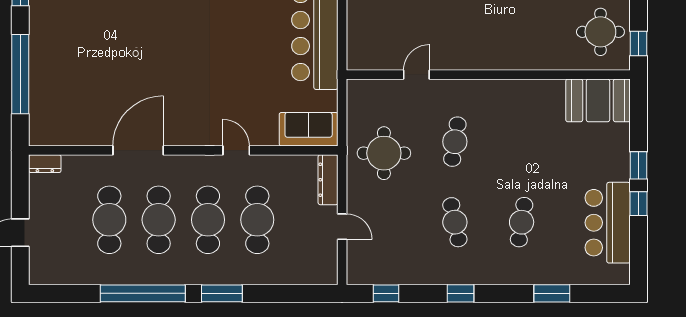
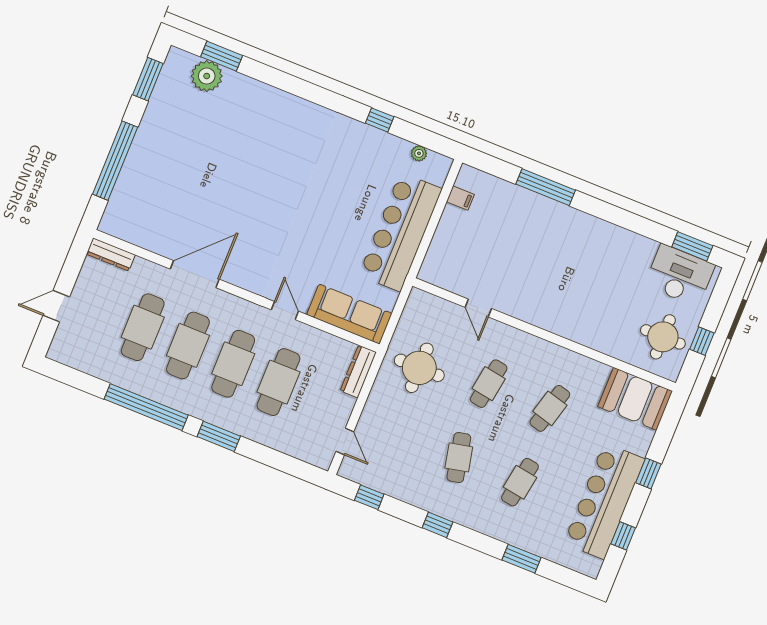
window: (639, 43) -> (702, 341), moved
door: (416, 75) -> (478, 308), swing flipped
sofa: (309, 129) -> (349, 314), width x1.36
cafe table: (522, 142) -> (550, 408), added
dresser: (45, 164) -> (111, 254), width x1.44
window: (639, 204) -> (623, 536), moved
bar counter: (608, 223) -> (604, 501), width x1.36
door: (342, 227) -> (345, 441), moved

